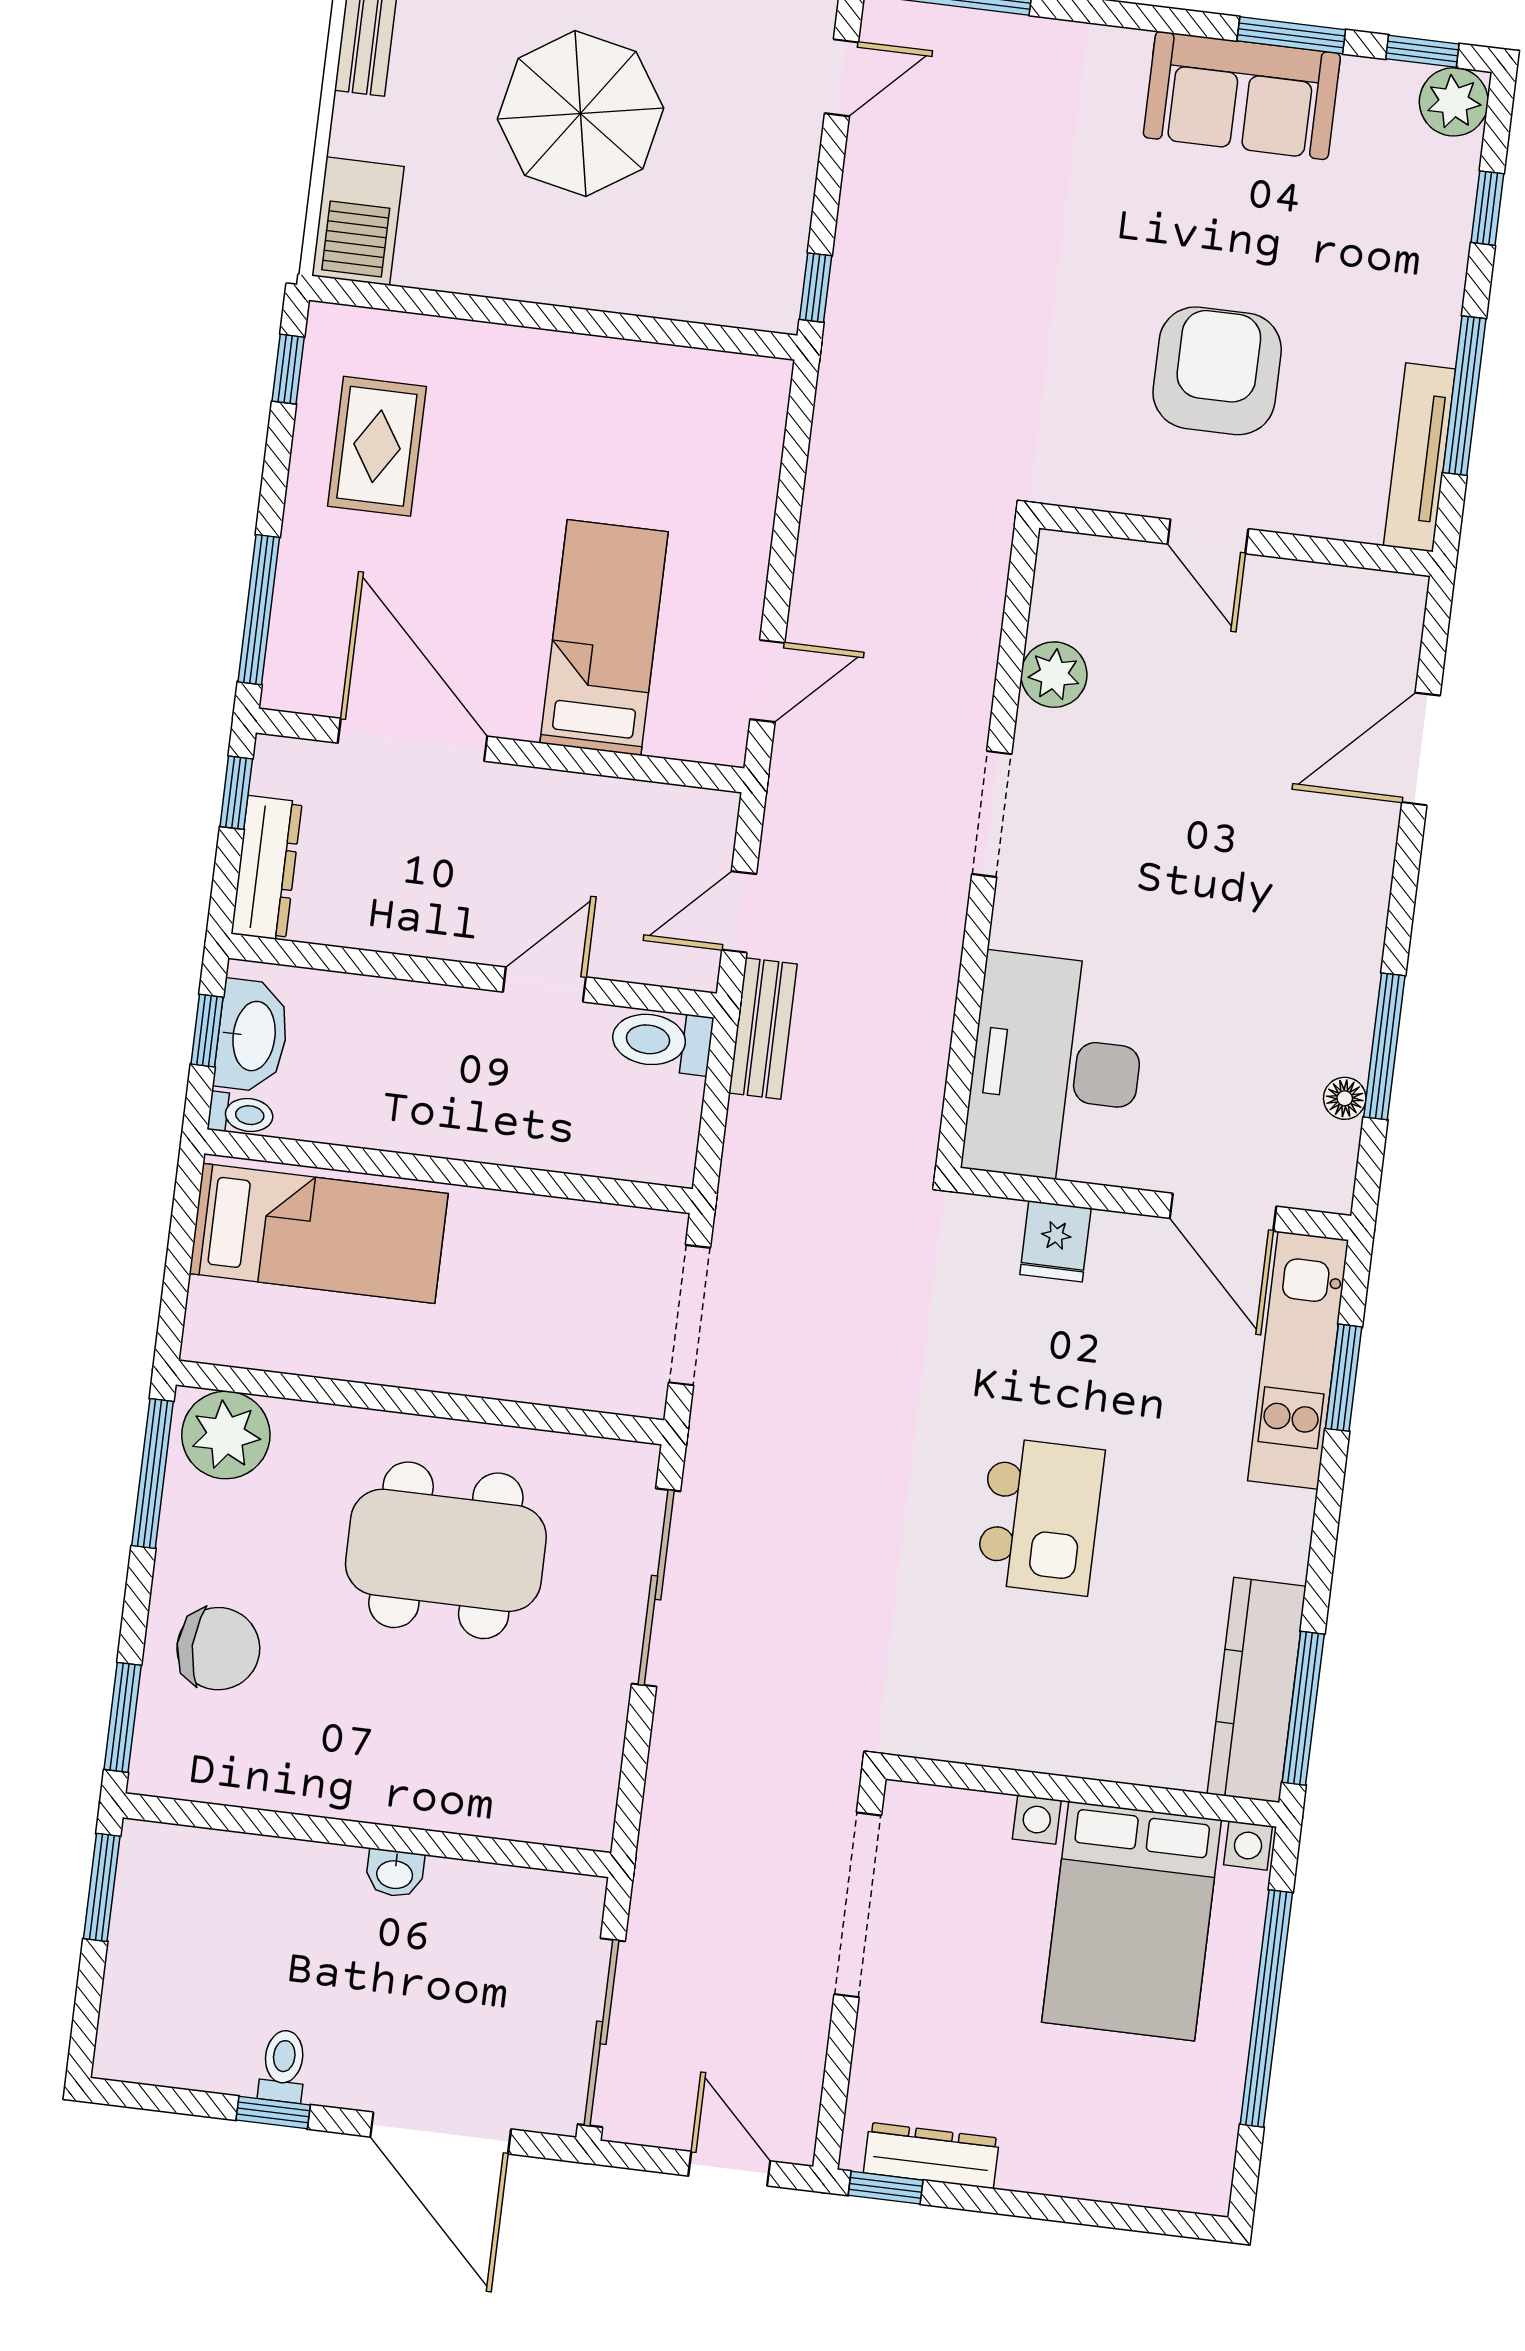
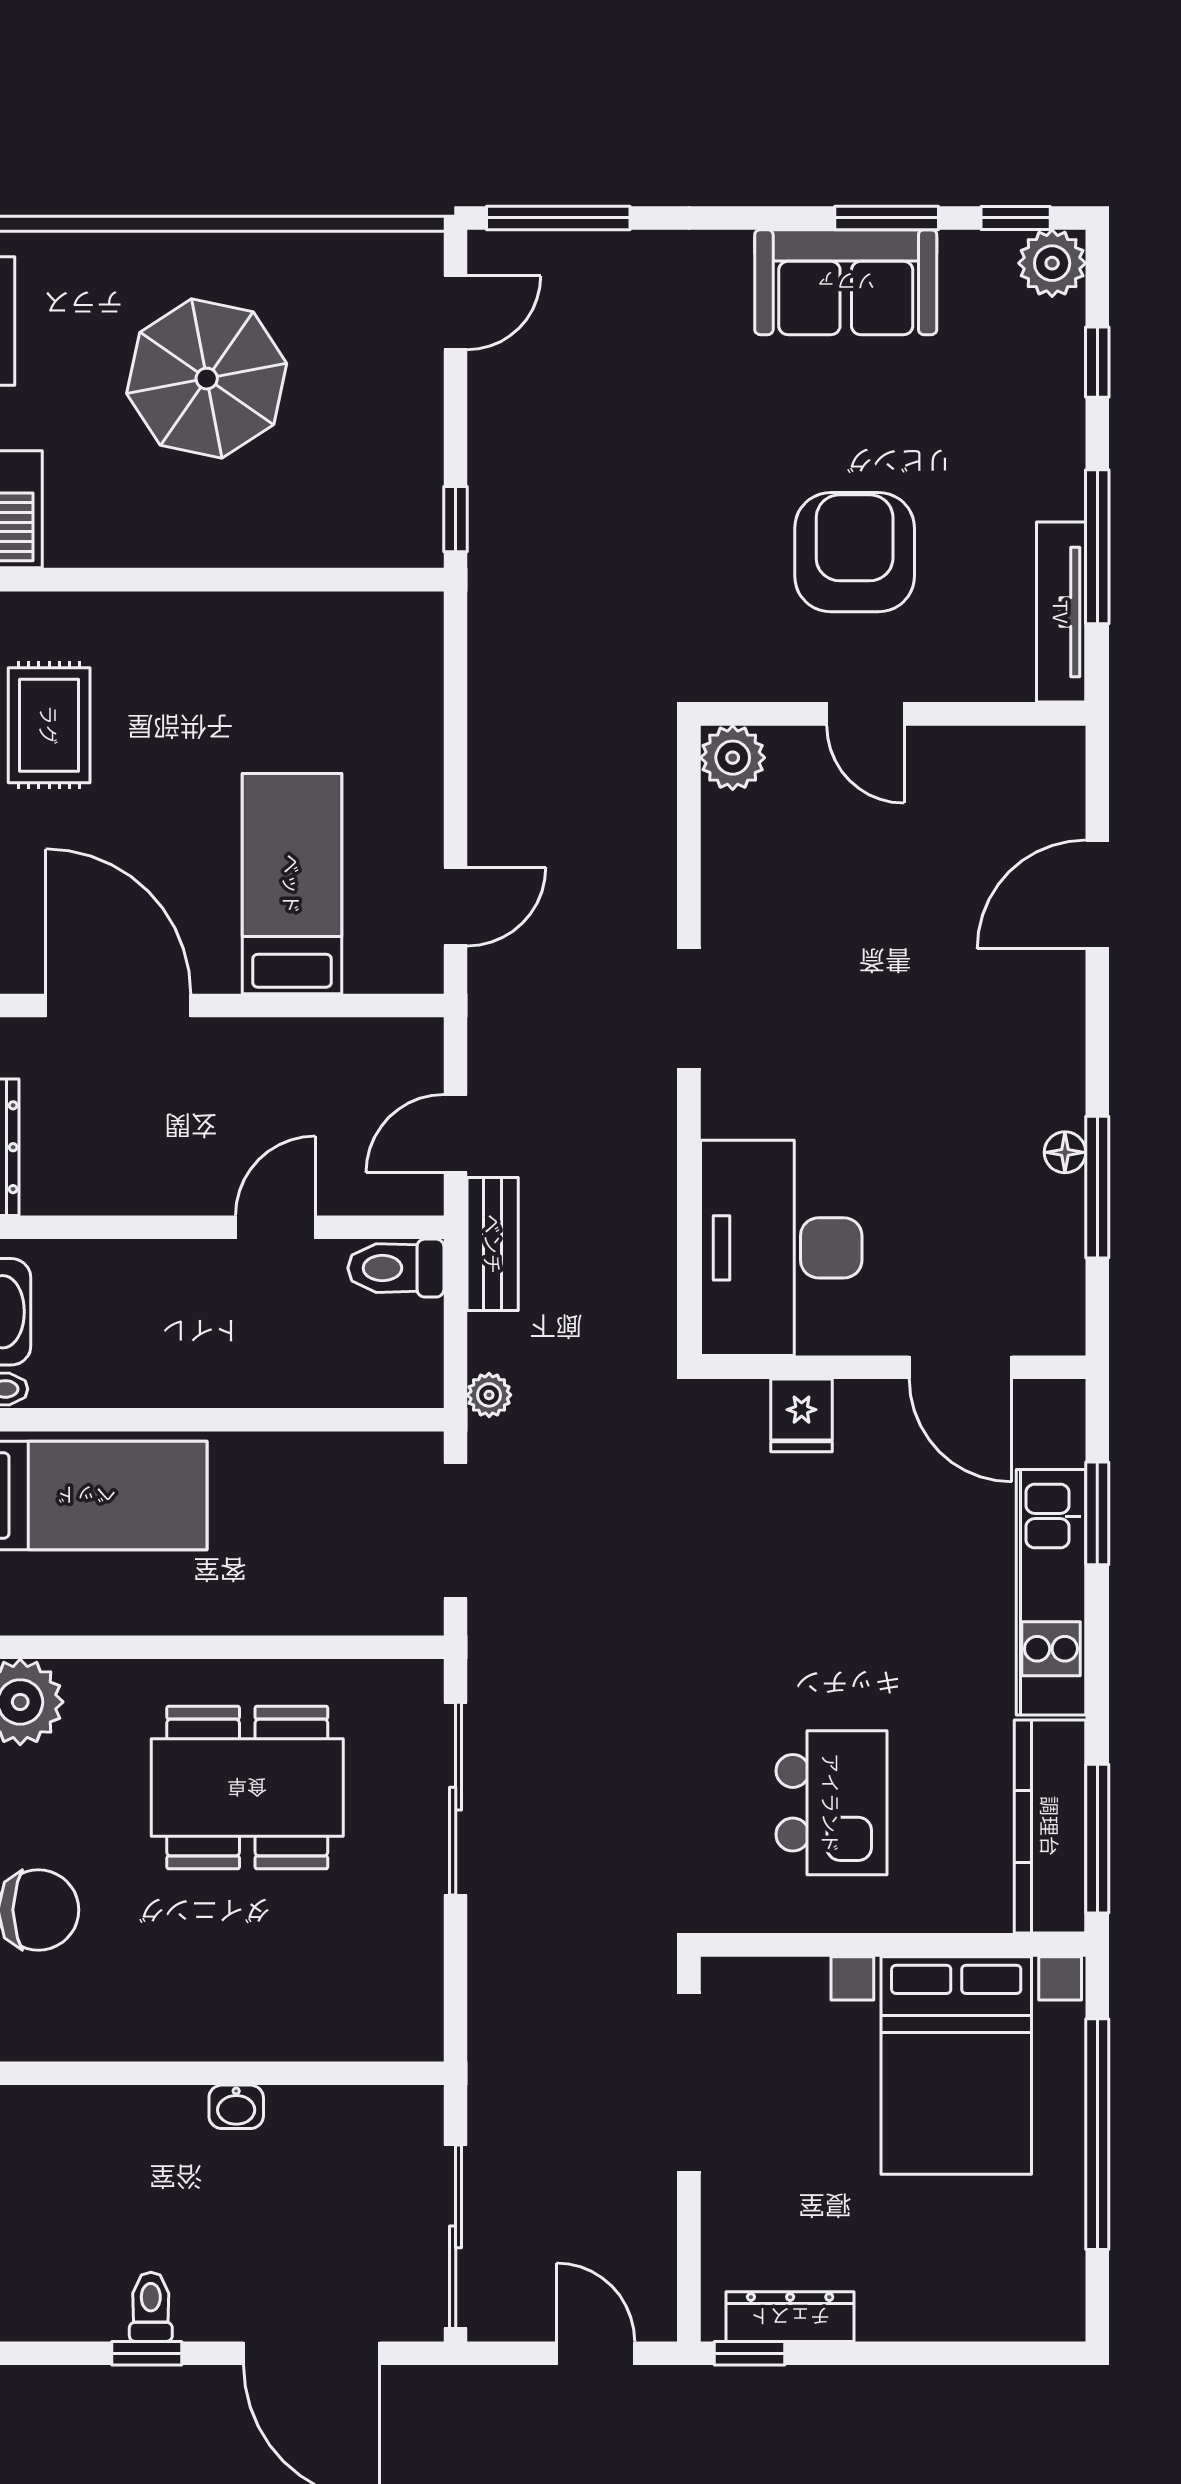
plant: (1054, 675) -> (733, 758), moved
floor lamp: (1345, 1098) -> (1065, 1152), moved
plant: (740, 1182) -> (489, 1395), added
kitchen unit: (1298, 1360) -> (1051, 1592), moved
kitchen island: (1040, 1516) -> (831, 1803), moved

